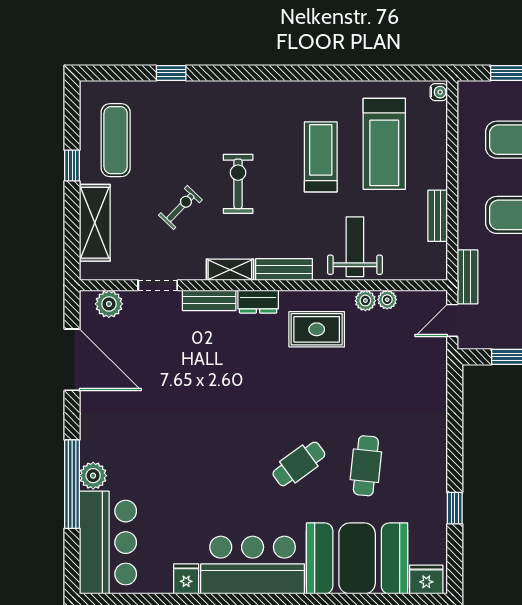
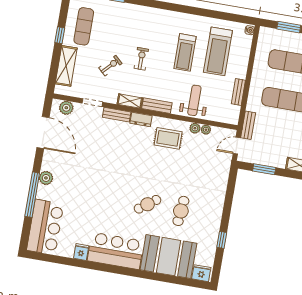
treadmill: (321, 157) -> (185, 52), turned 180
exercise bike: (238, 184) -> (141, 59), width x0.73, depth x0.72
plant: (93, 476) -> (46, 178), moved

